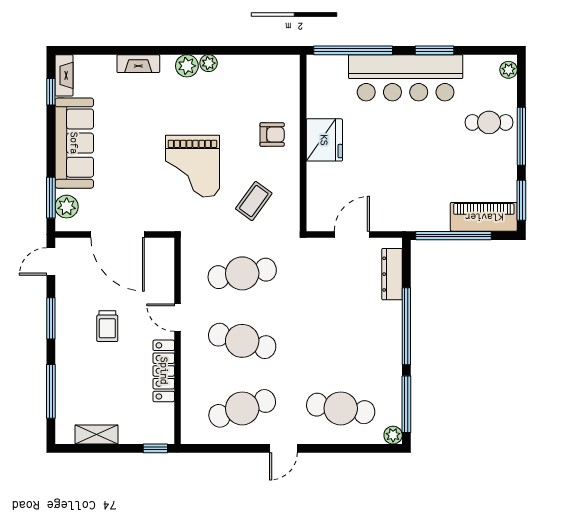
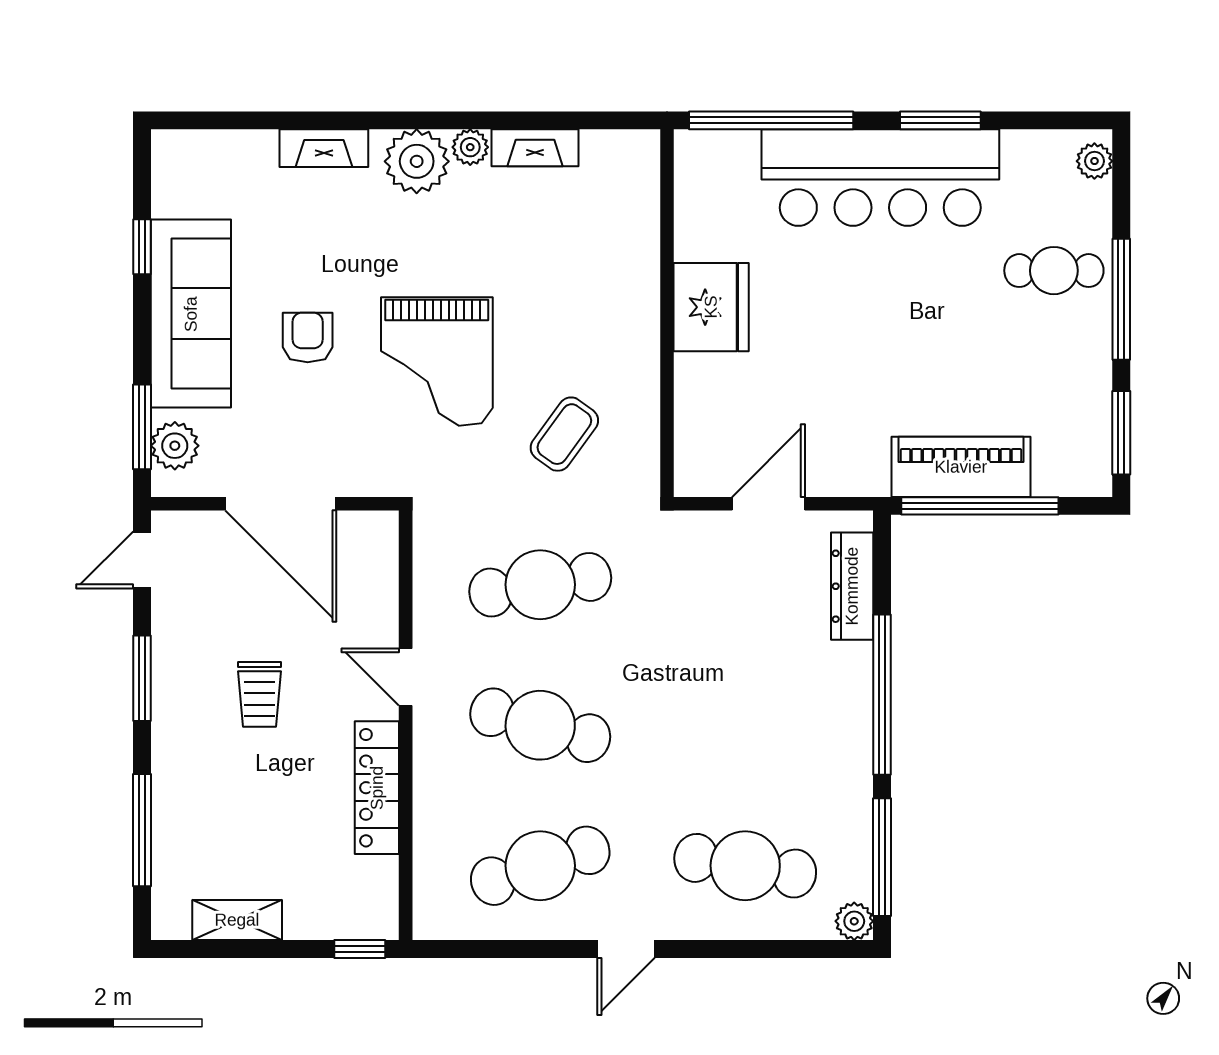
plant: (187, 66) -> (417, 161), width x1.36, depth x1.36
fireplace: (64, 75) -> (535, 148), moved, turned 90
window: (51, 92) -> (142, 247), moved
armchair: (272, 135) -> (308, 337), moved, turned -90
piano: (484, 217) -> (961, 467), moved

